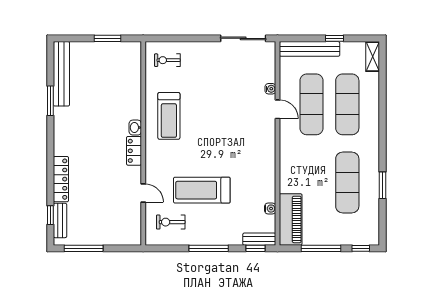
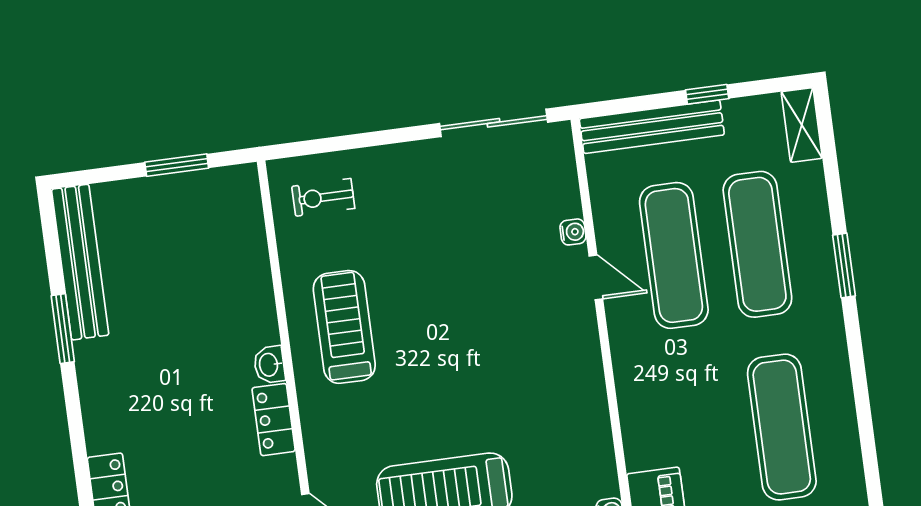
treadmill: (169, 116) -> (344, 327), turned 180
window: (383, 185) -> (844, 265), moved

